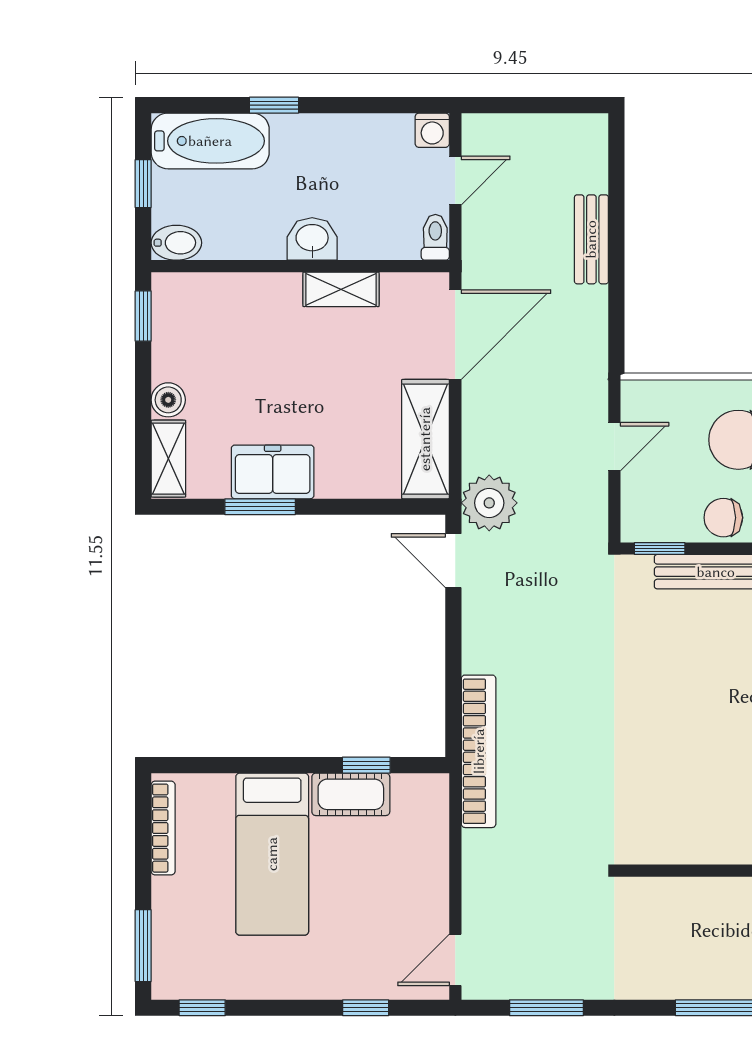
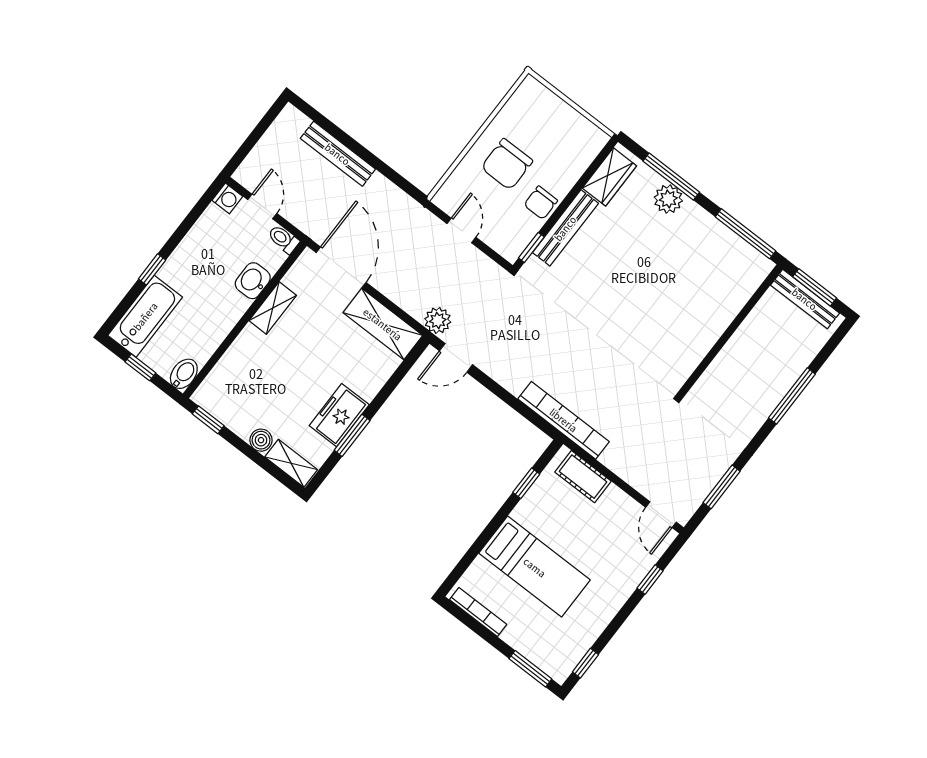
washbasin: (312, 239) -> (253, 281), moved
bench: (591, 239) -> (338, 154), width x1.36
plant: (489, 503) -> (438, 320), width x0.73, depth x0.73
cot: (351, 794) -> (583, 477), moved, turned 90

